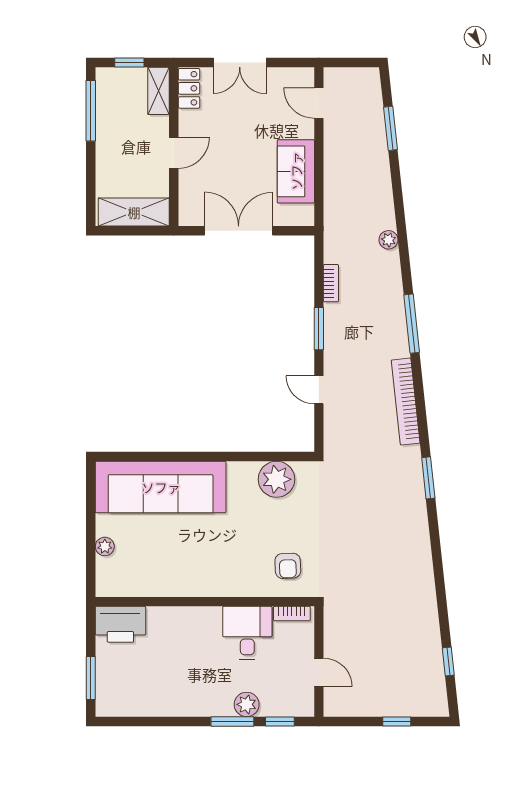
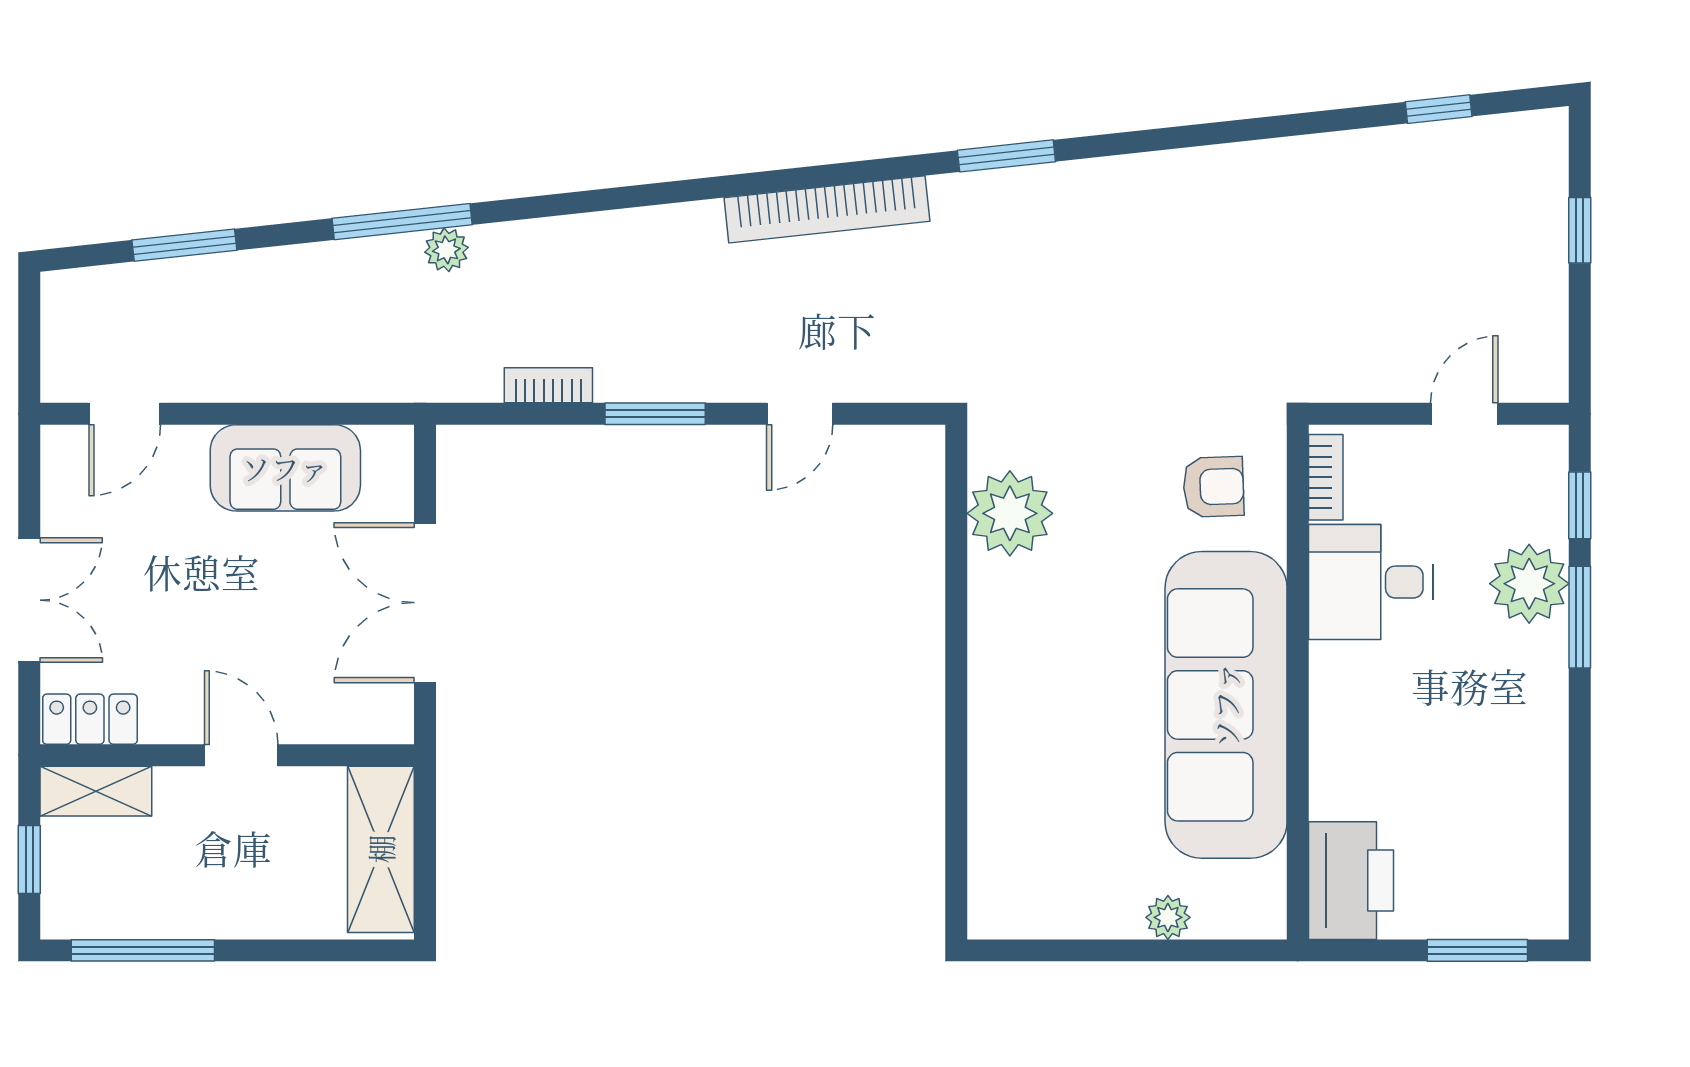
window: (412, 324) -> (402, 222), moved
sofa: (161, 487) -> (1226, 705), moved, turned 180
plant: (247, 704) -> (1529, 584), width x1.36, depth x1.36

